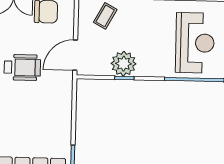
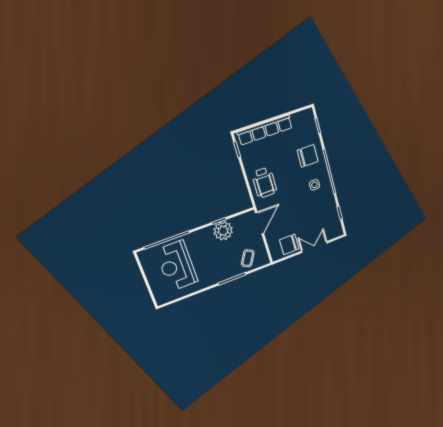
wheelchair: (22, 67) -> (264, 183), moved, turned -90

